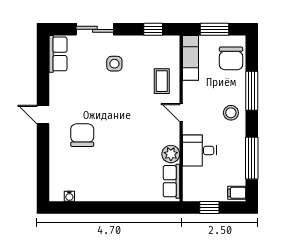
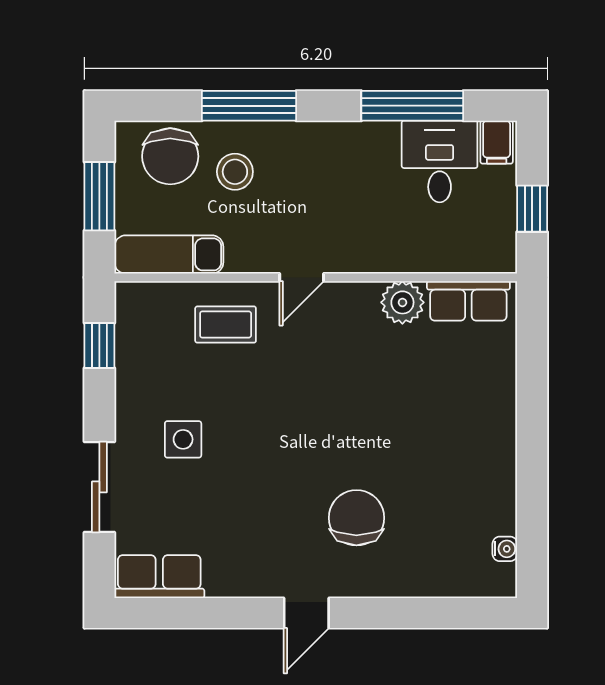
chair: (231, 58) -> (170, 156), turned 90
stool: (231, 113) -> (235, 172), moved
chair: (82, 135) -> (356, 518), turned 90
desk: (200, 150) -> (440, 161), moved, turned 180

